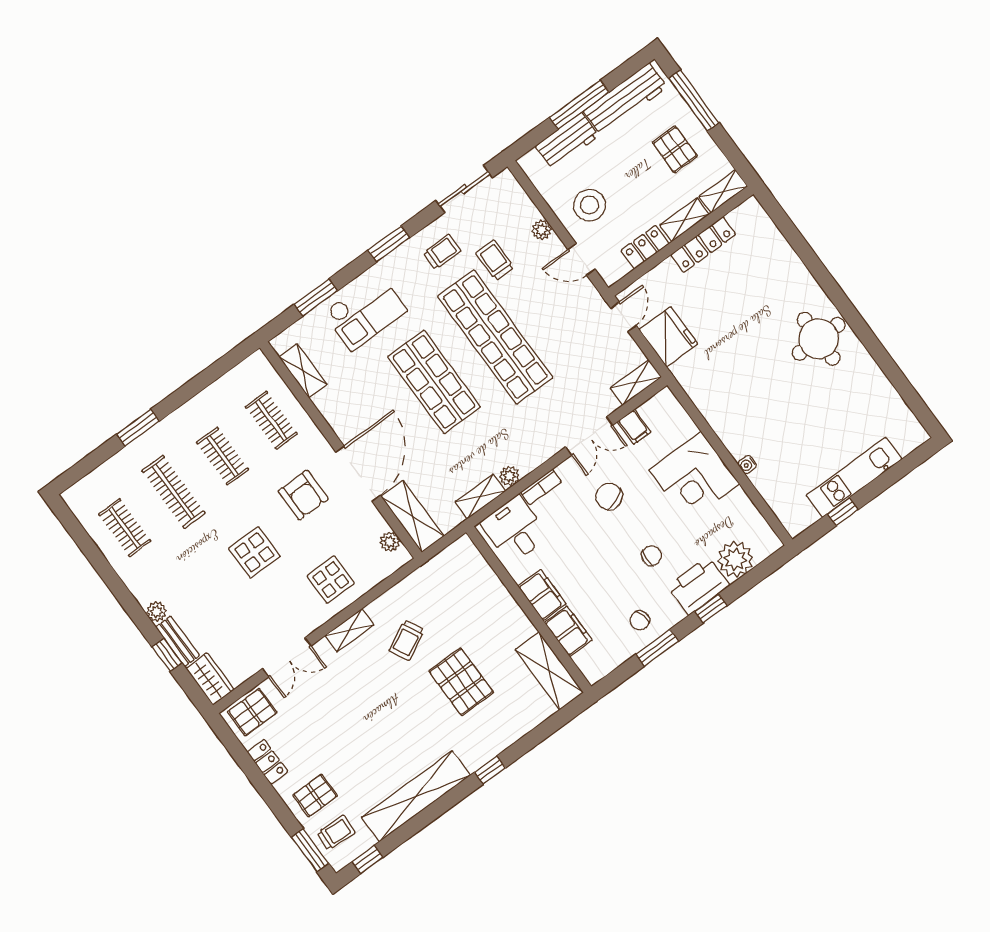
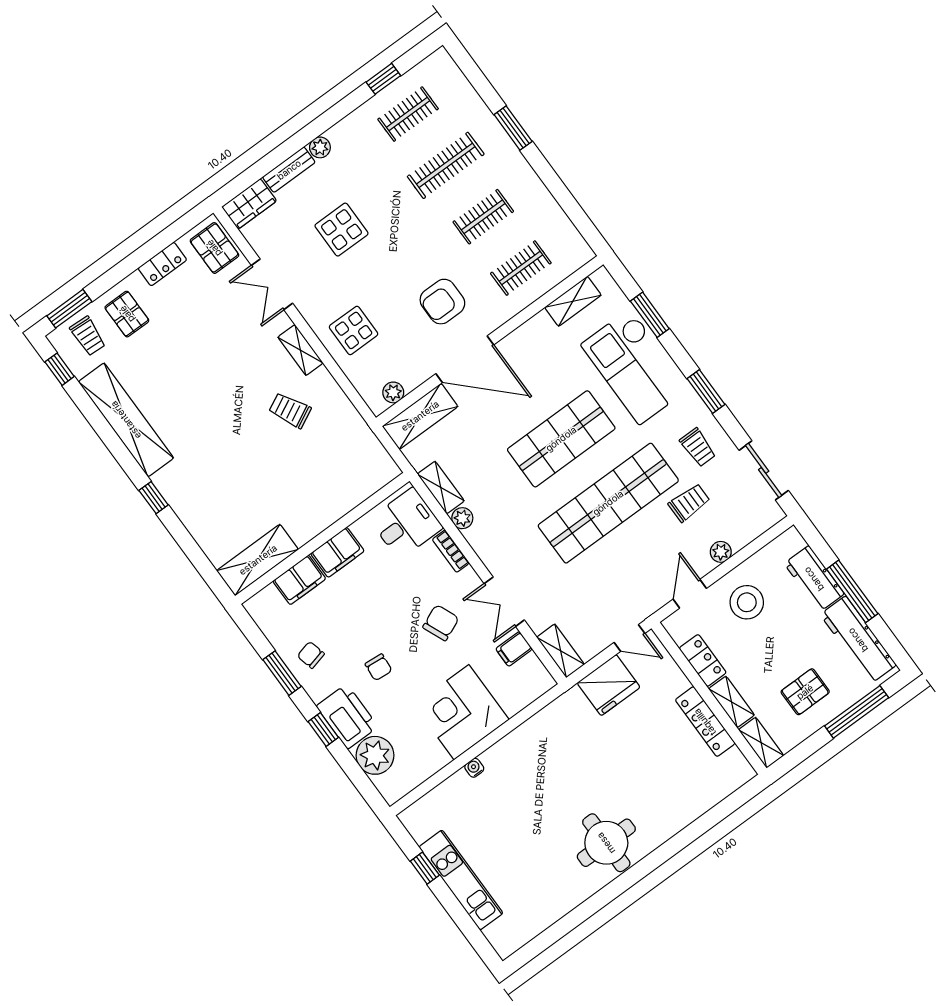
checkout: (365, 312) -> (635, 367), width x1.36, depth x1.21
display table: (254, 552) -> (341, 230), moved
window: (167, 655) -> (383, 79), moved
pallet: (461, 682) -> (246, 467), removed

